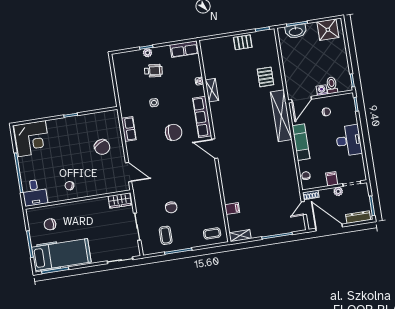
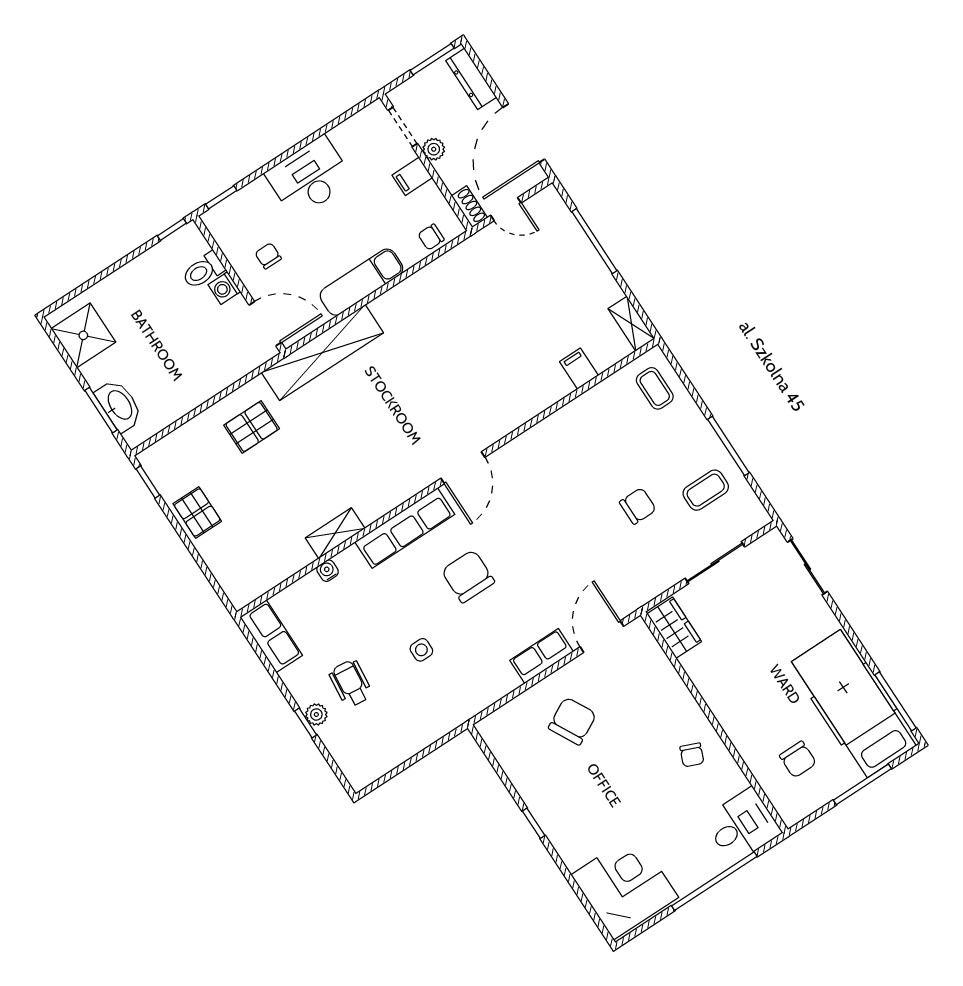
row of seats: (129, 129) -> (542, 656), moved

